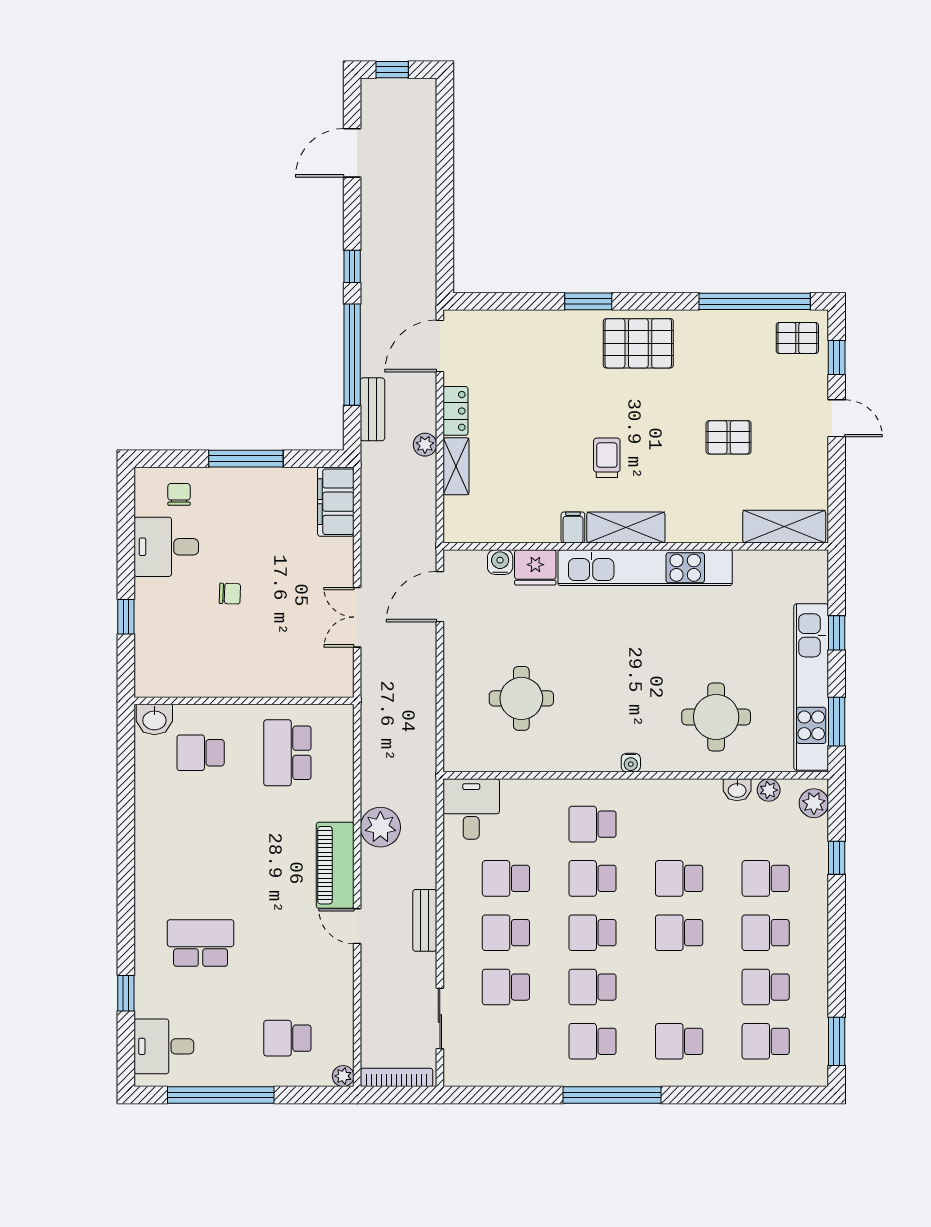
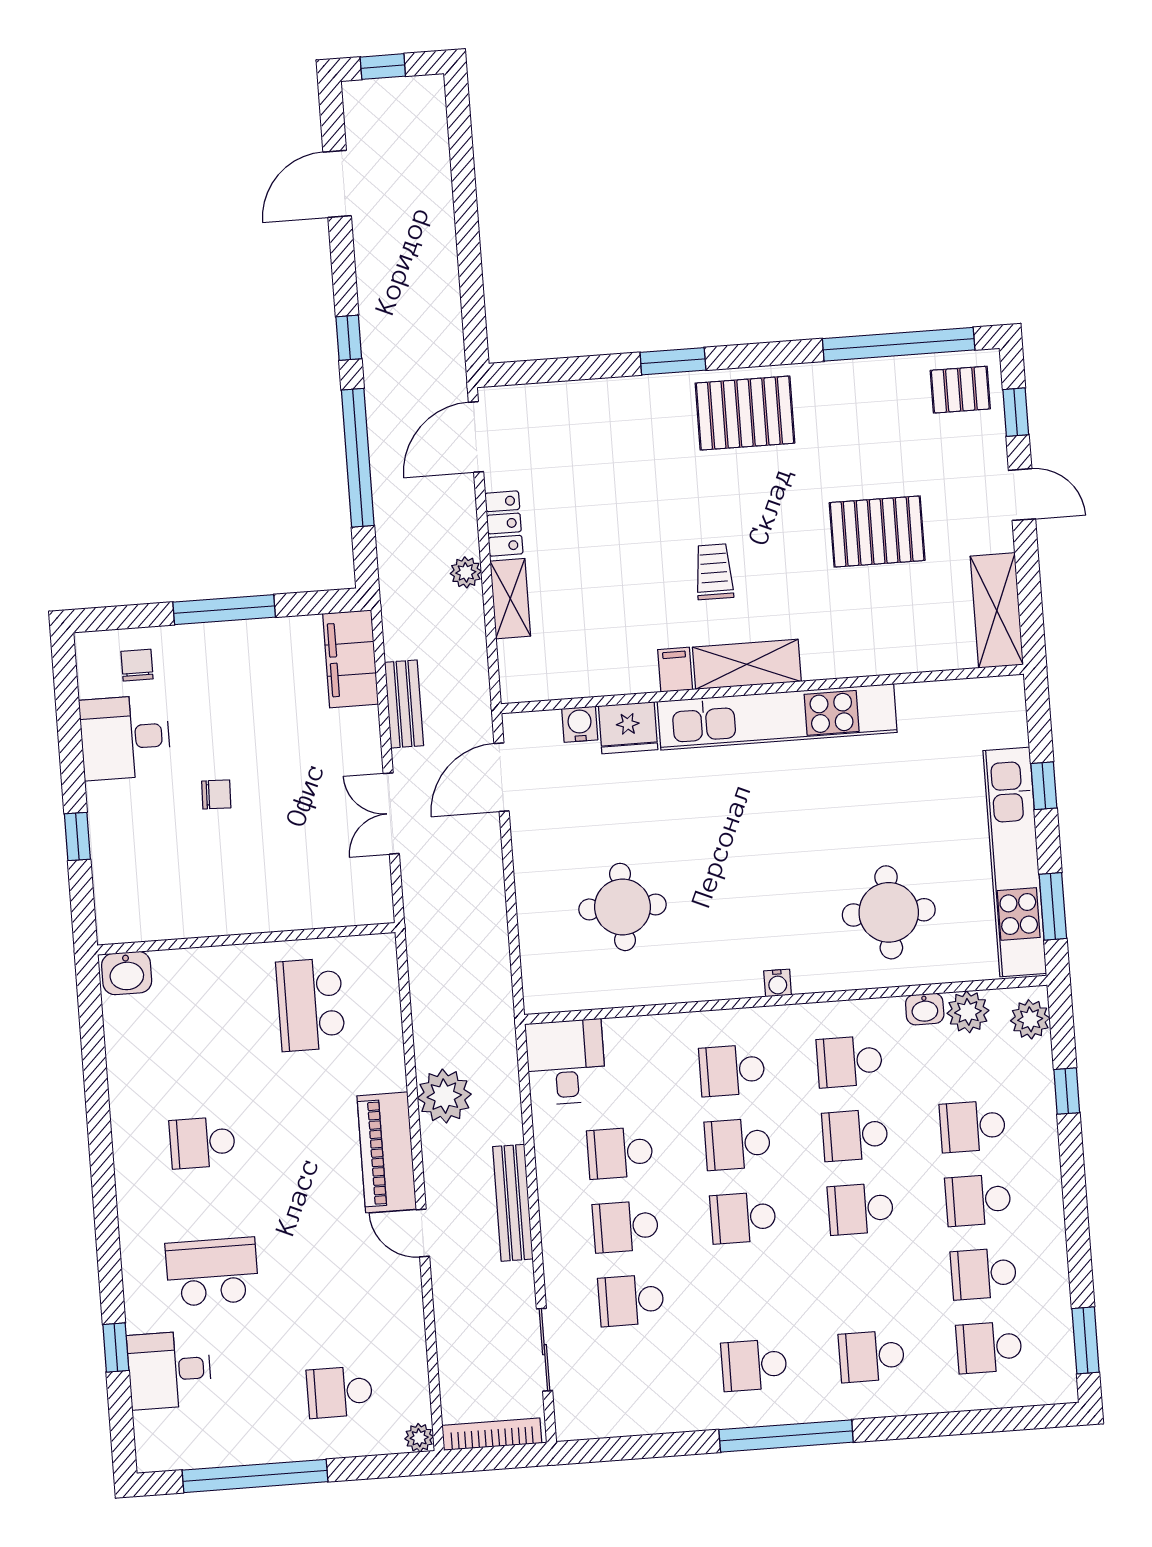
bench: (372, 409) -> (404, 704), moved
pallet: (729, 437) -> (877, 532), width x1.50, depth x1.42
shelving: (784, 527) -> (997, 610), moved, turned 90
school desk: (201, 753) -> (202, 1143), moved
plant: (769, 790) -> (968, 1012), width x1.38, depth x1.38
bench: (425, 920) -> (513, 1203), width x1.36
school desk: (593, 987) -> (849, 1062), moved
desk: (164, 1046) -> (169, 1370), moved

